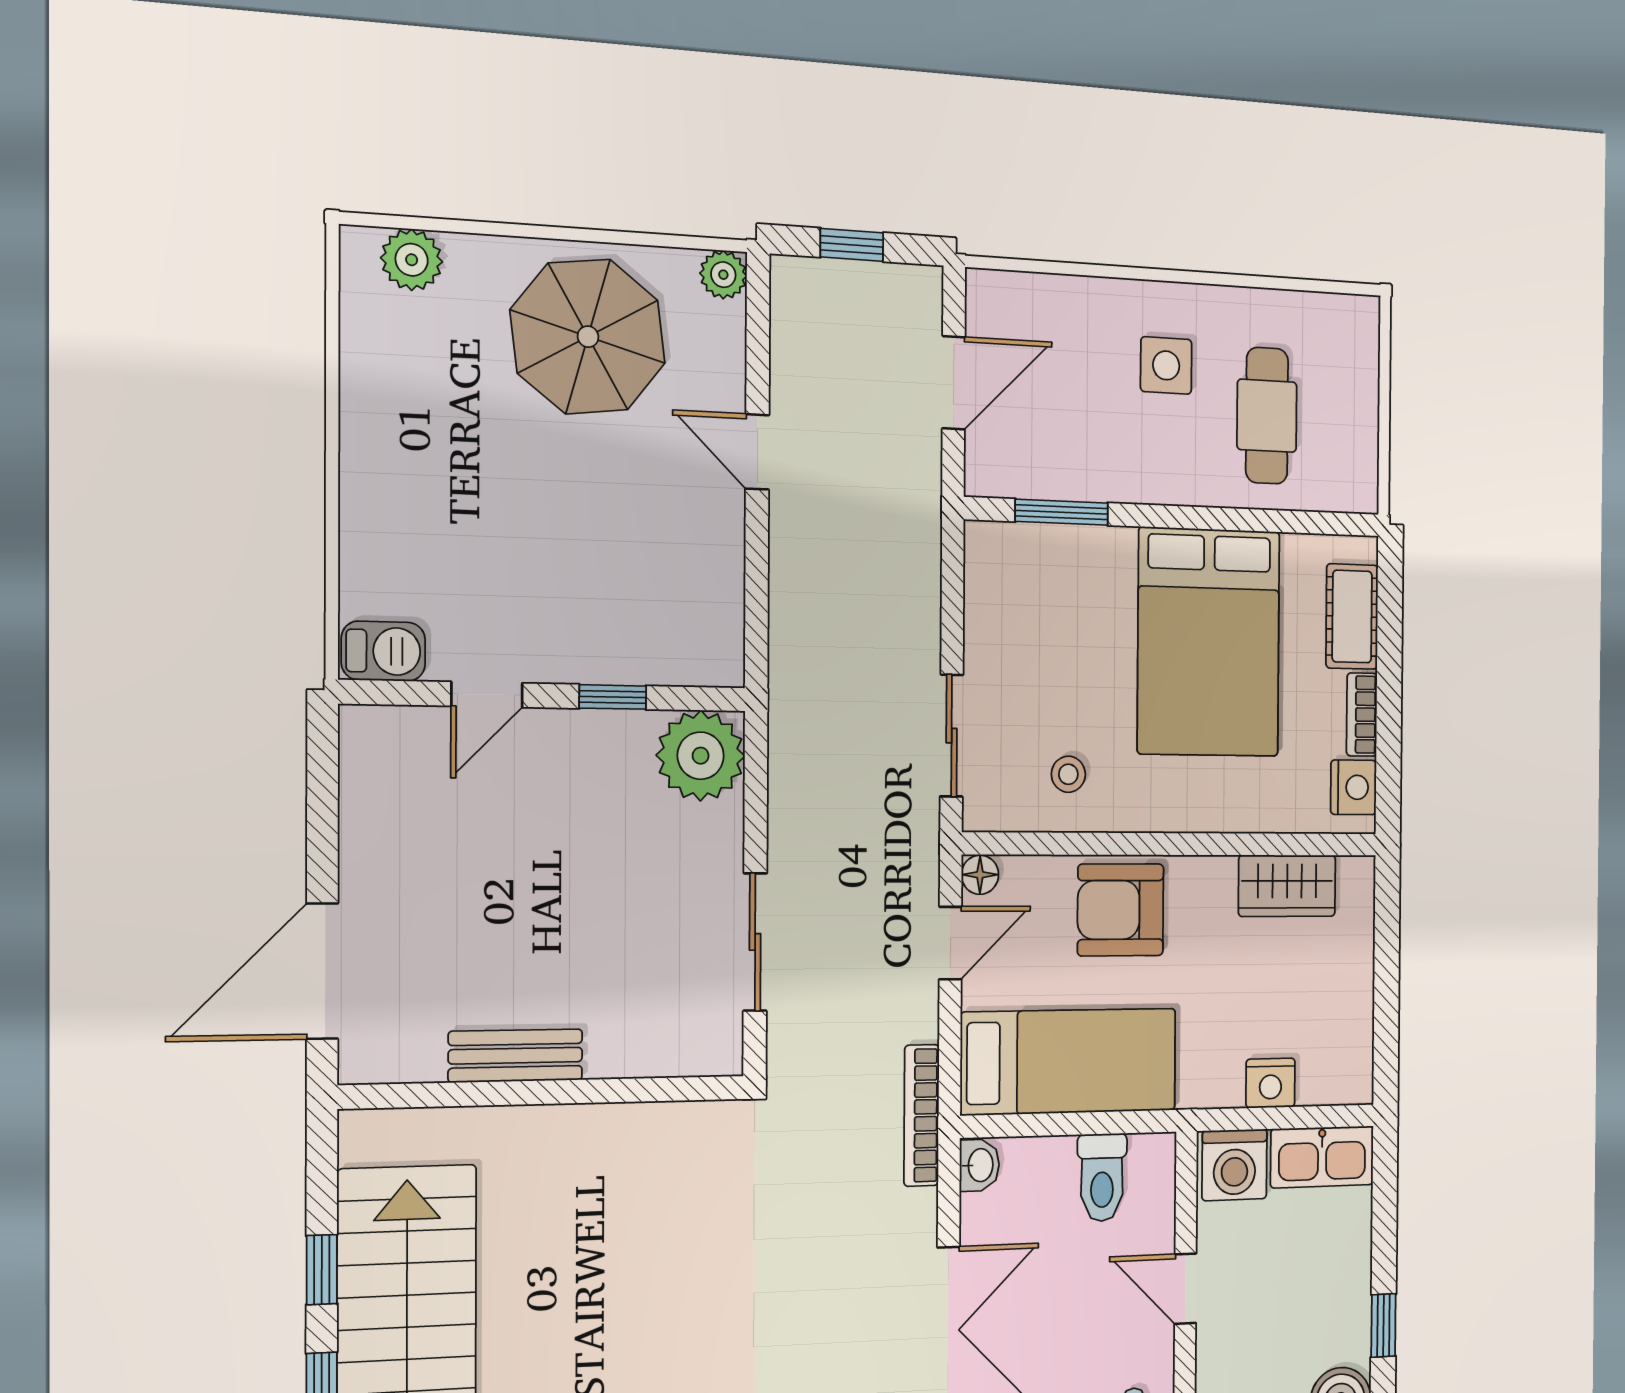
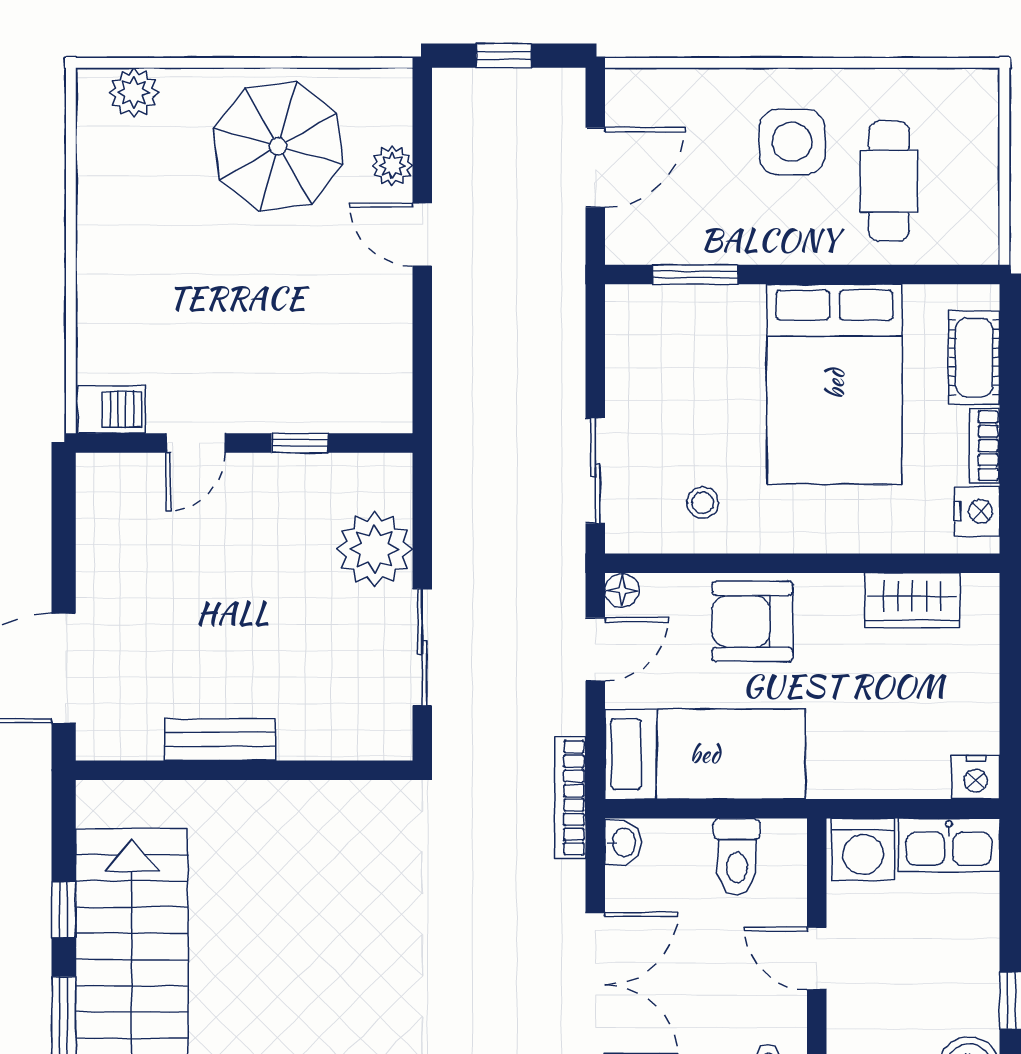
plant: (723, 275) -> (392, 166), moved
side table: (1166, 365) -> (792, 142), width x1.37, depth x1.37
plant: (701, 756) -> (374, 549), moved
nightstand: (1270, 1083) -> (976, 777), moved

